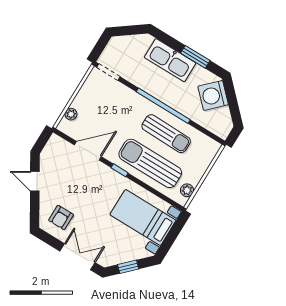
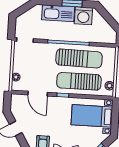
washing machine: (213, 95) -> (83, 16), moved, turned -45
sun lounger: (166, 134) -> (79, 58), width x1.36, depth x1.34
door: (88, 151) -> (38, 94), swing flipped

